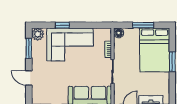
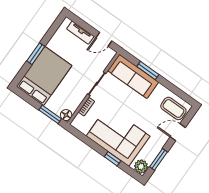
window: (143, 25) -> (50, 114), moved
door: (29, 78) -> (178, 132), swing flipped
coffee table: (44, 93) -> (173, 108), added

